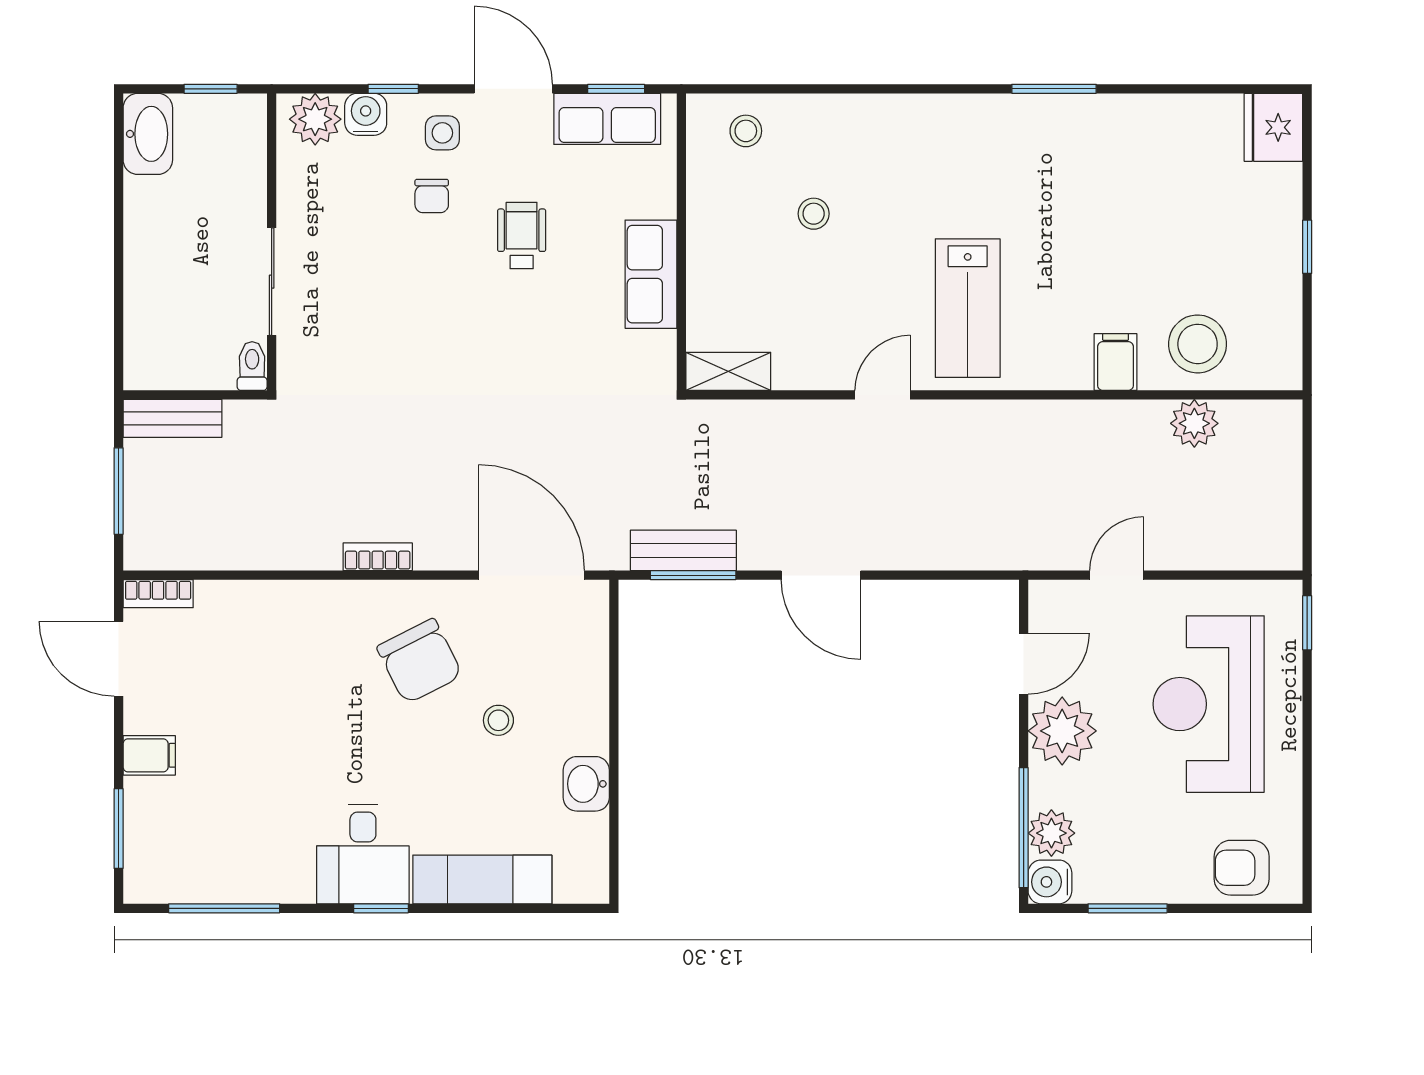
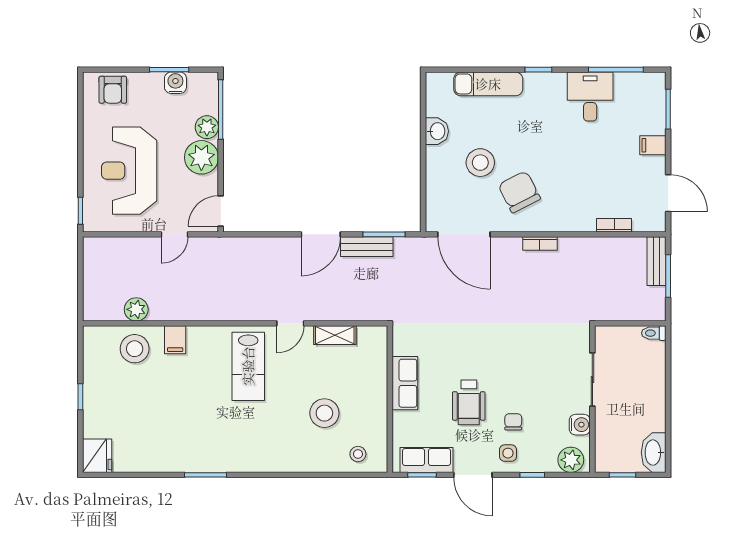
water cooler: (366, 114) -> (580, 425), moved, turned -90
stool: (814, 214) -> (324, 413), width x1.89, depth x1.89
wheelchair: (522, 236) -> (469, 402), width x1.36, depth x1.37
lab bench: (968, 308) -> (248, 366), turned 180
toilet: (252, 366) -> (654, 333), moved, turned 90
shelving: (728, 371) -> (335, 335), moved
bench: (173, 418) -> (657, 261), moved, turned 90
bench: (683, 550) -> (367, 247), moved
door: (821, 575) -> (321, 234), swing flipped
bookcase: (158, 594) -> (614, 225), moved
door: (1024, 664) -> (221, 211), moved
reception desk: (1209, 704) -> (129, 171), turned 180
stool: (498, 720) -> (480, 163), width x1.89, depth x1.89
plant: (1051, 833) -> (207, 127), moved
desk: (363, 854) -> (590, 97), moved
armchair: (1242, 868) -> (113, 90), turned 90
water cooler: (1050, 882) -> (175, 83), moved, turned -90

